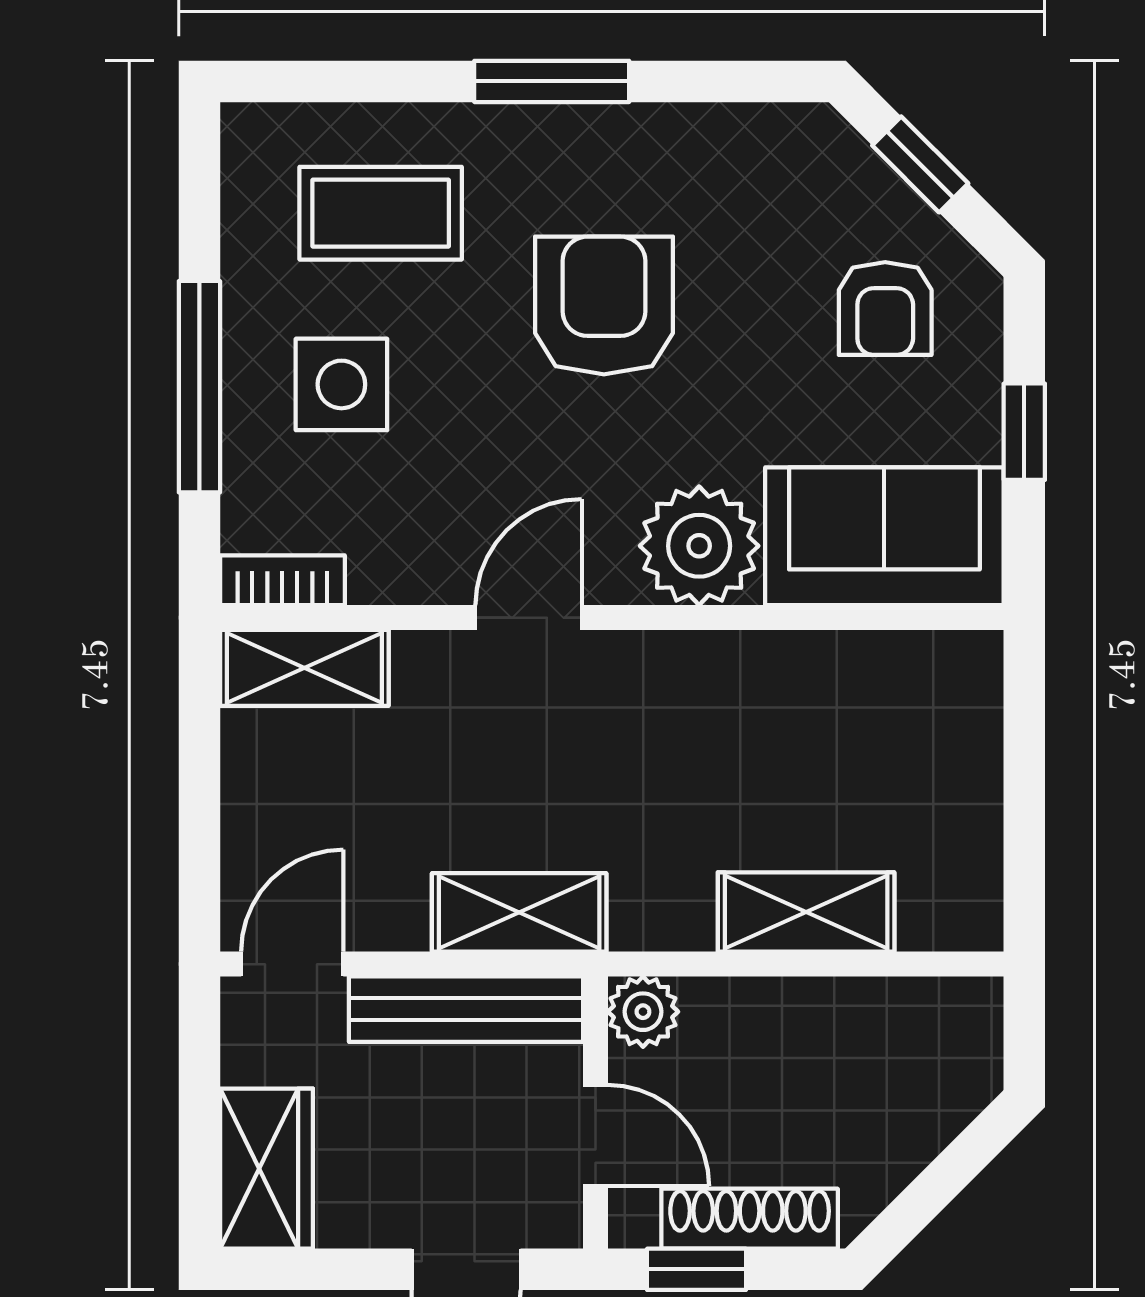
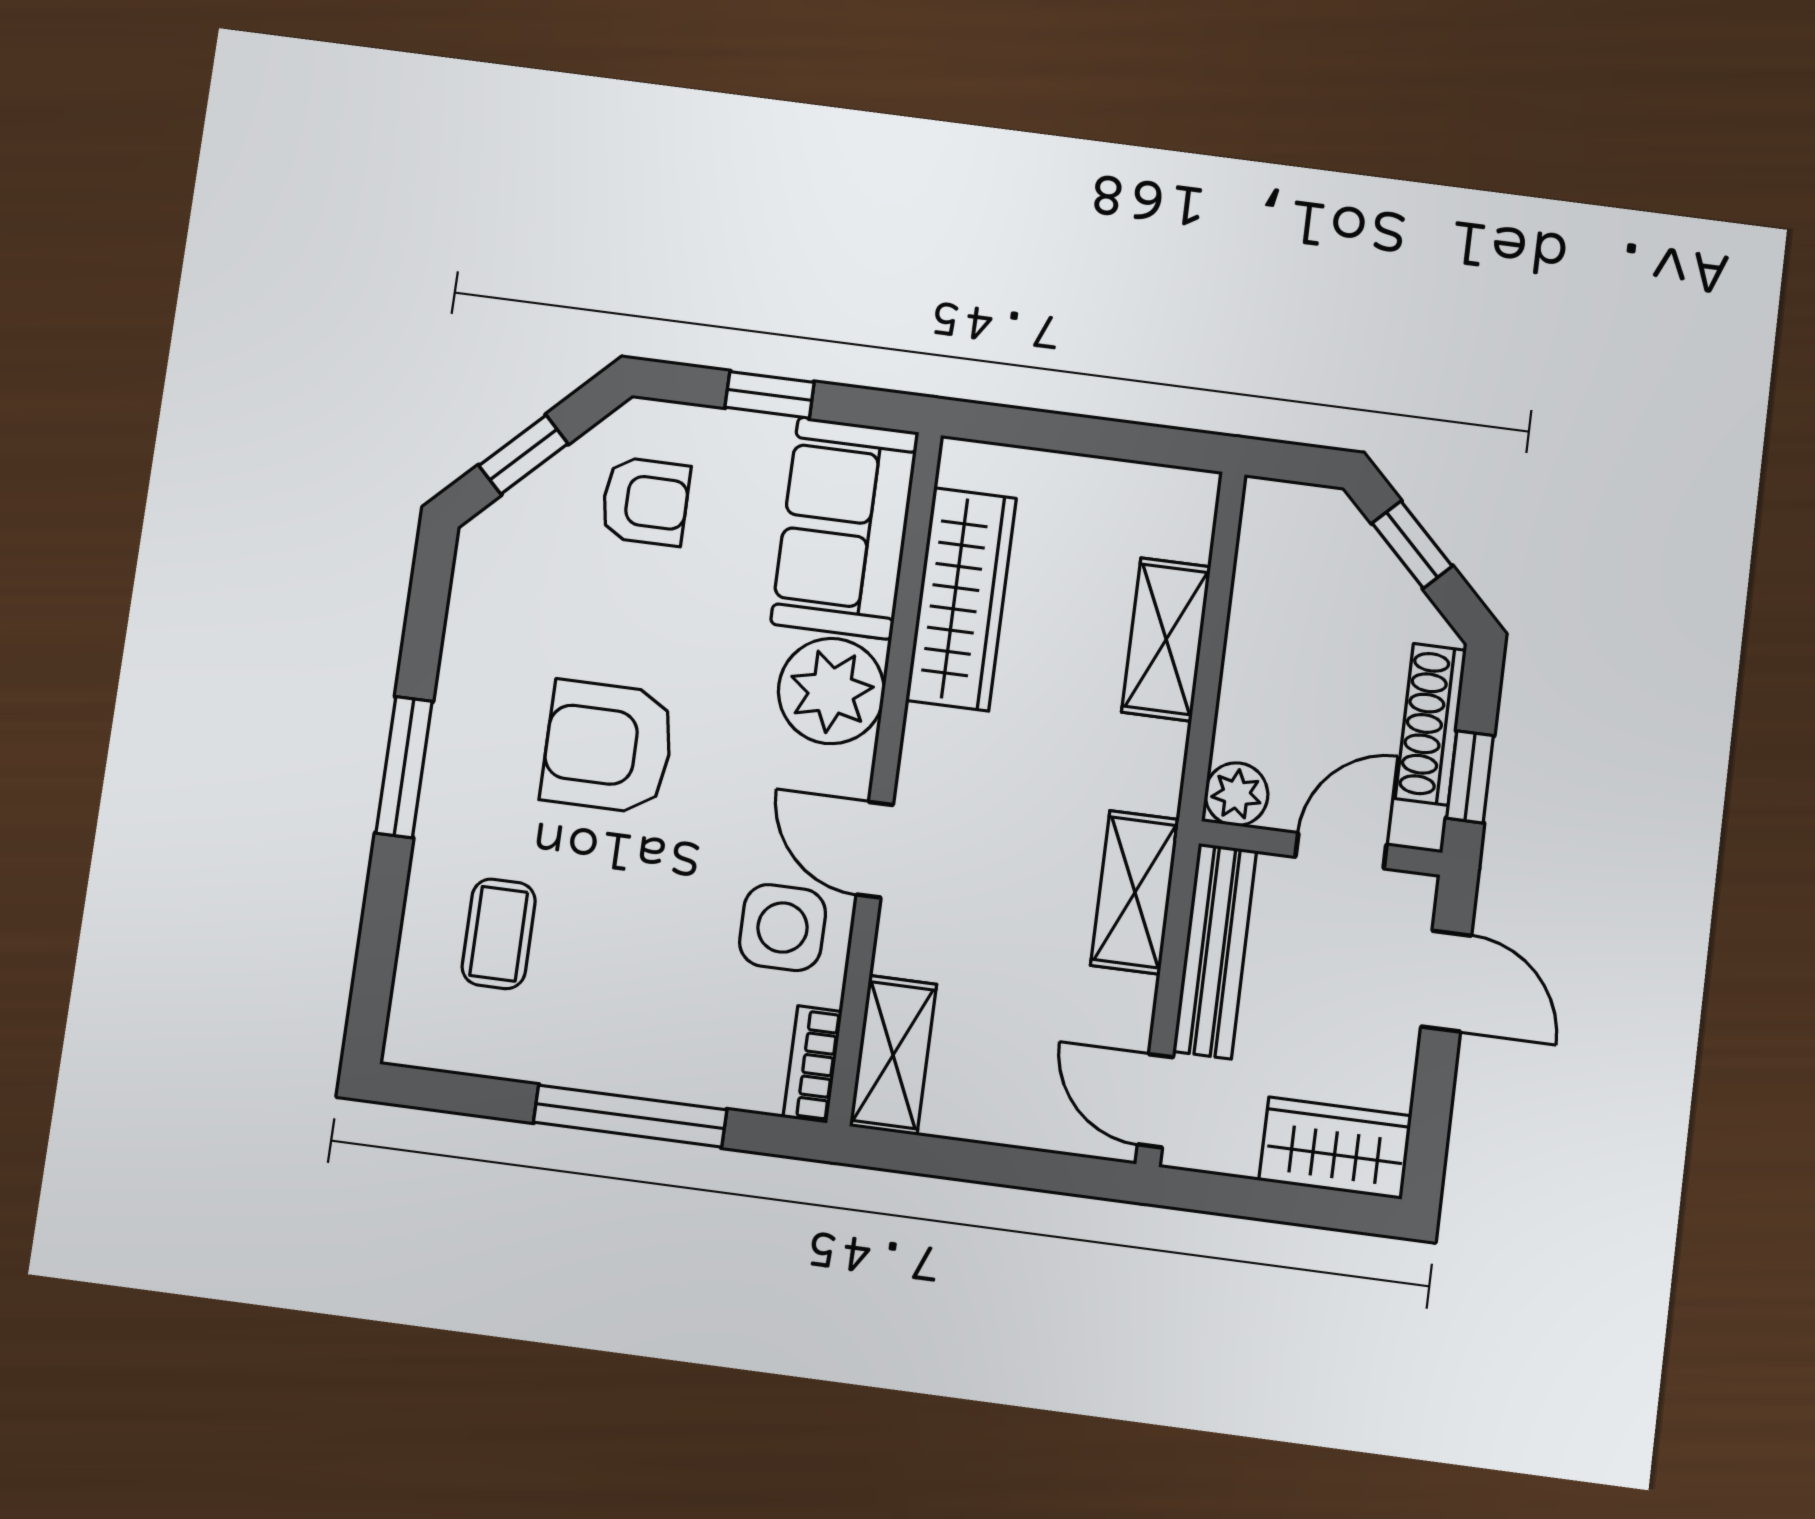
coffee table: (381, 213) -> (499, 934), width x0.73, depth x0.77
side table: (341, 384) -> (783, 928), moved
wardrobe: (821, 677) -> (961, 599), added
window: (949, 1174) -> (1412, 545), added

